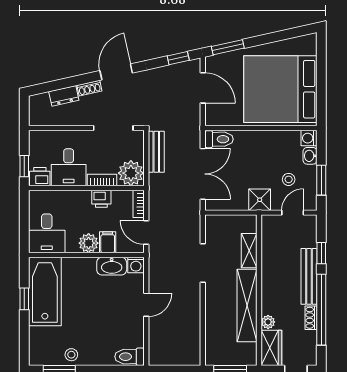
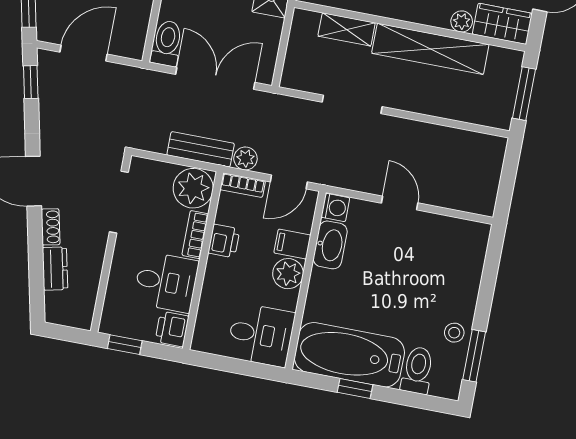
bench: (156, 152) -> (201, 149), moved
window: (24, 166) -> (125, 345), moved
plant: (156, 202) -> (245, 158), added
toilet: (130, 357) -> (417, 370), moved, turned 180

